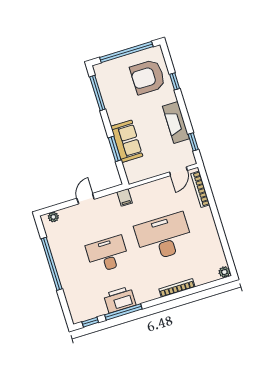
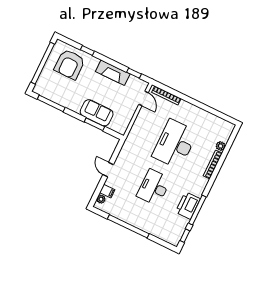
filing cabinet: (125, 197) -> (107, 191), moved
plant: (224, 272) -> (221, 146), moved

